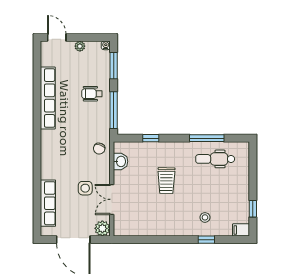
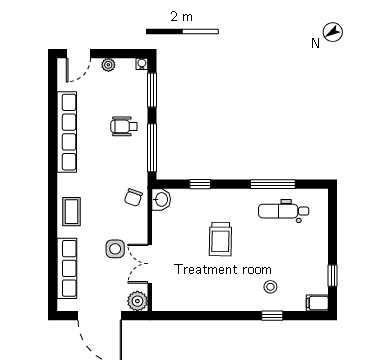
door: (57, 38) -> (78, 54), swing flipped
coffee table: (51, 159) -> (71, 212), added
washbasin: (121, 161) -> (161, 199), moved

